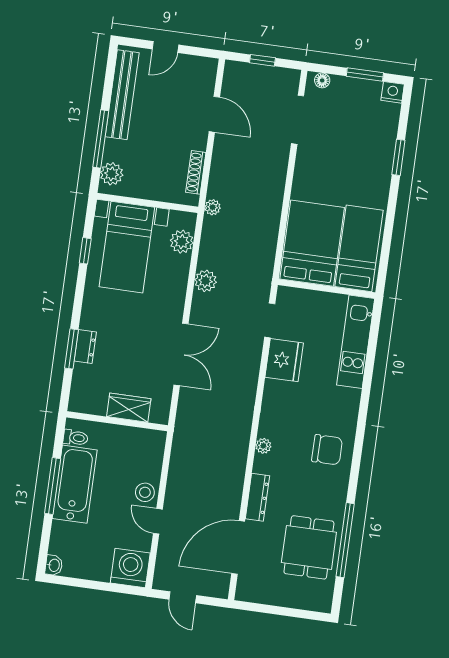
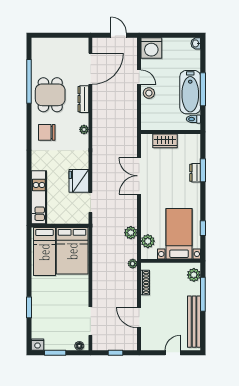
plant: (206, 281) -> (131, 233), moved
dining table: (309, 547) -> (50, 95), moved

